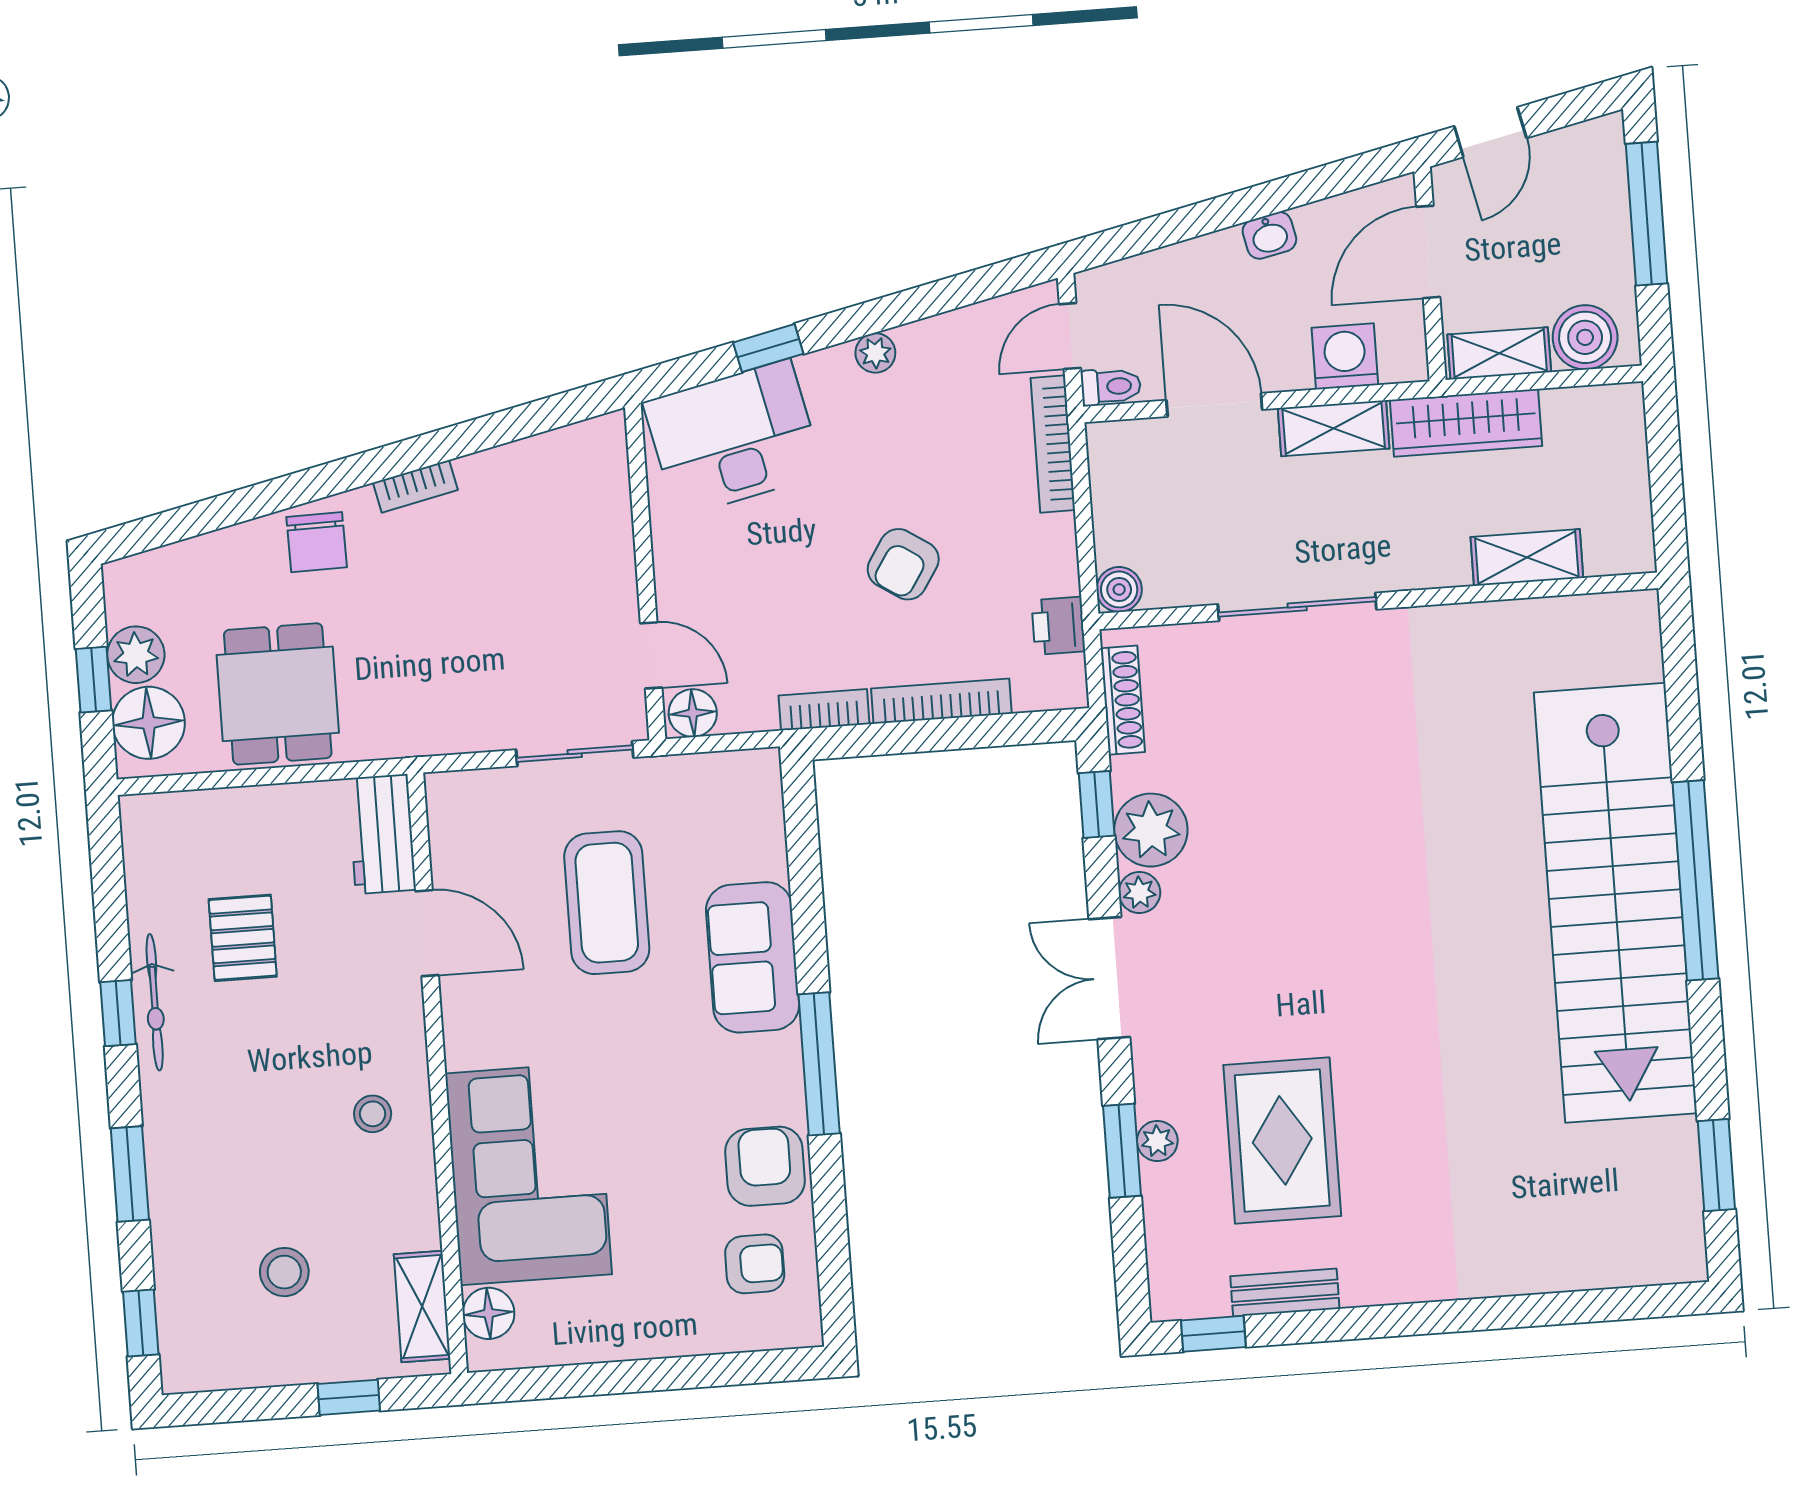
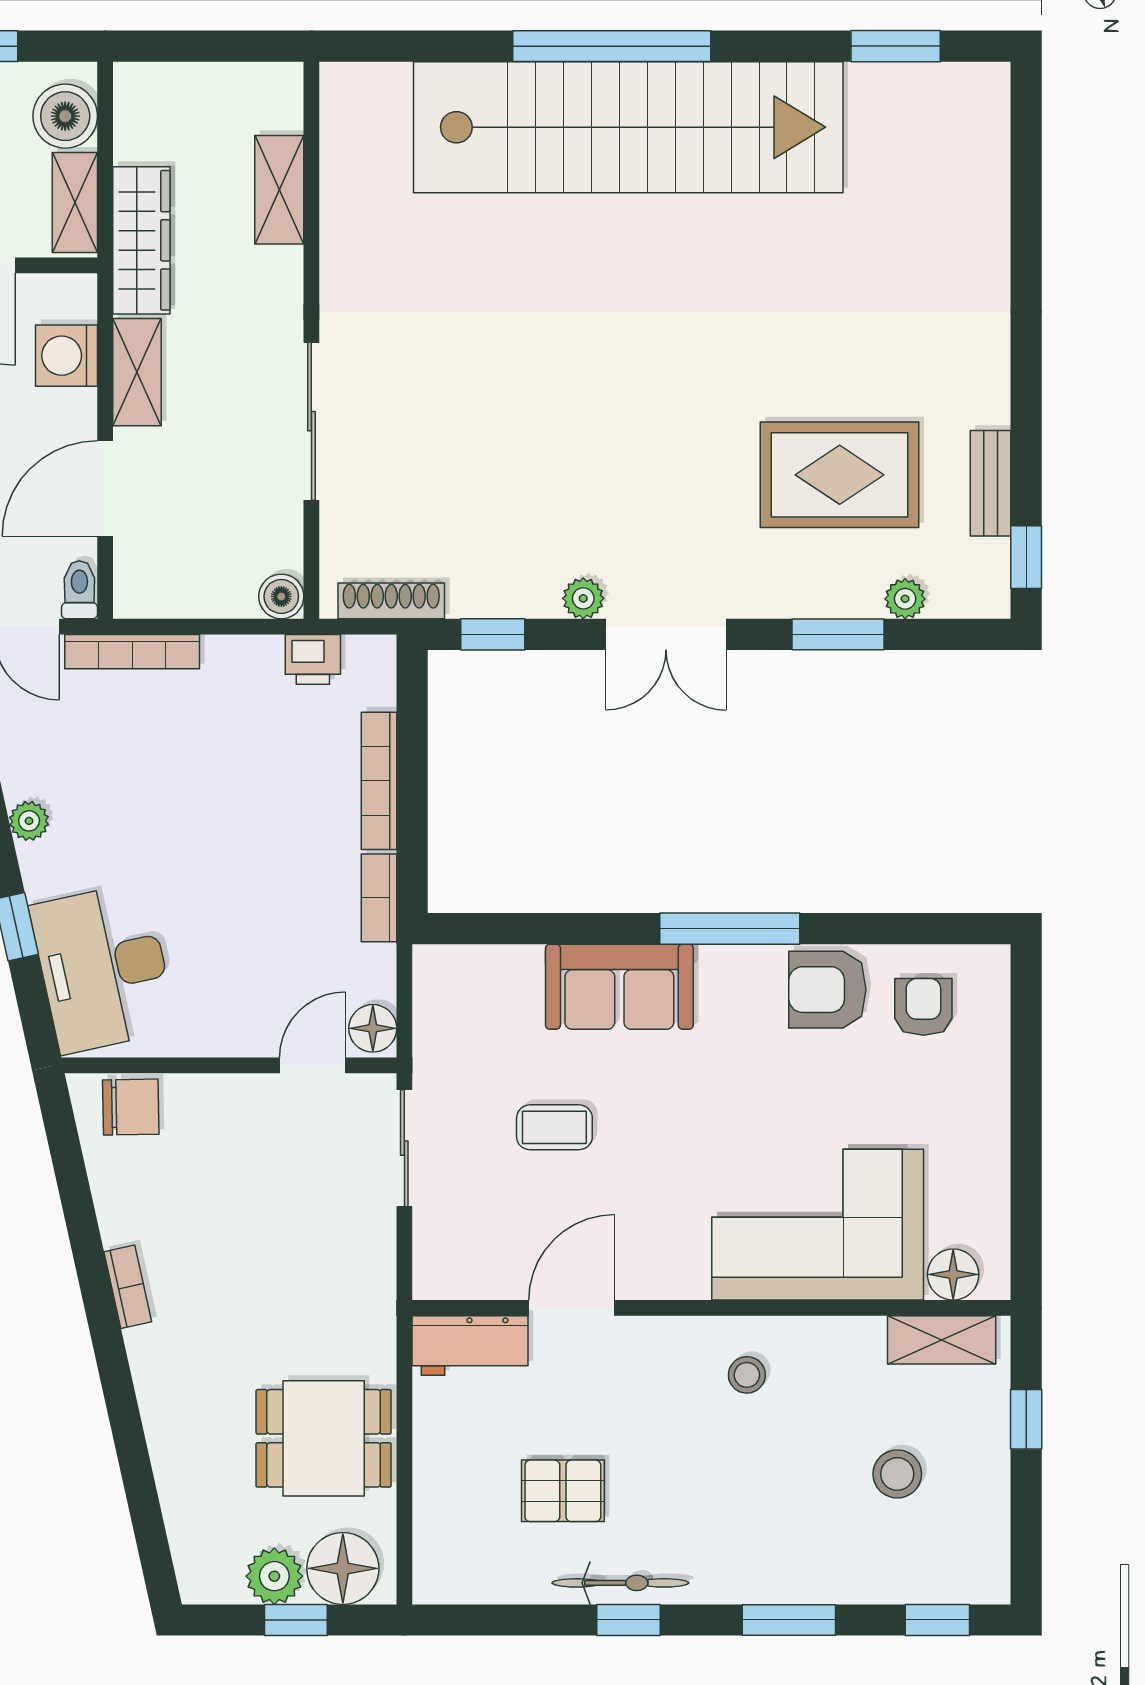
chair: (317, 542) -> (131, 1107), moved
armchair: (903, 564) -> (241, 809), removed
plant: (1151, 830) -> (522, 583), removed
coffee table: (607, 903) -> (554, 1127), width x0.54, depth x0.58
plant: (1157, 1141) -> (905, 599), moved

